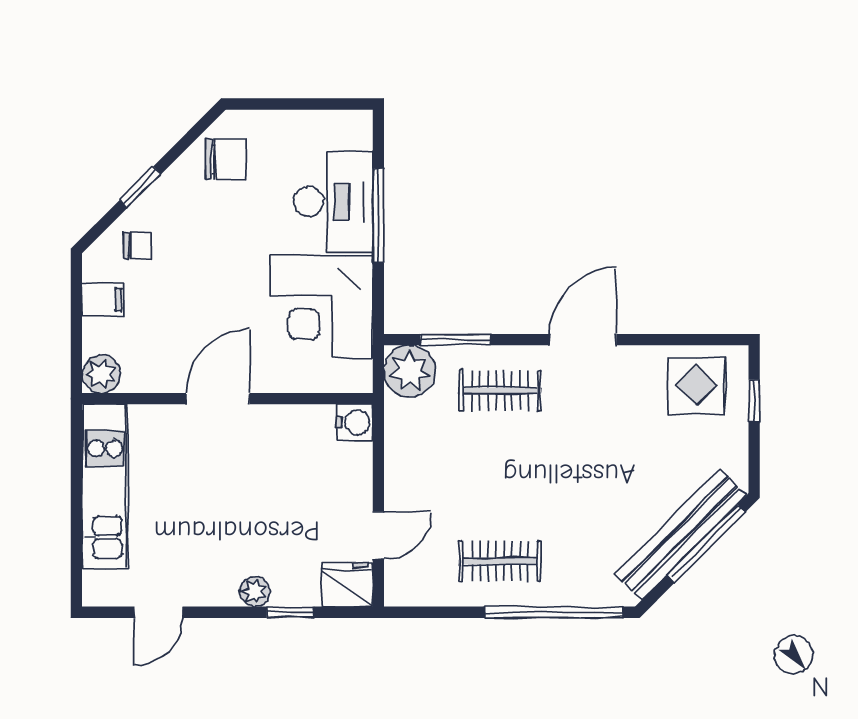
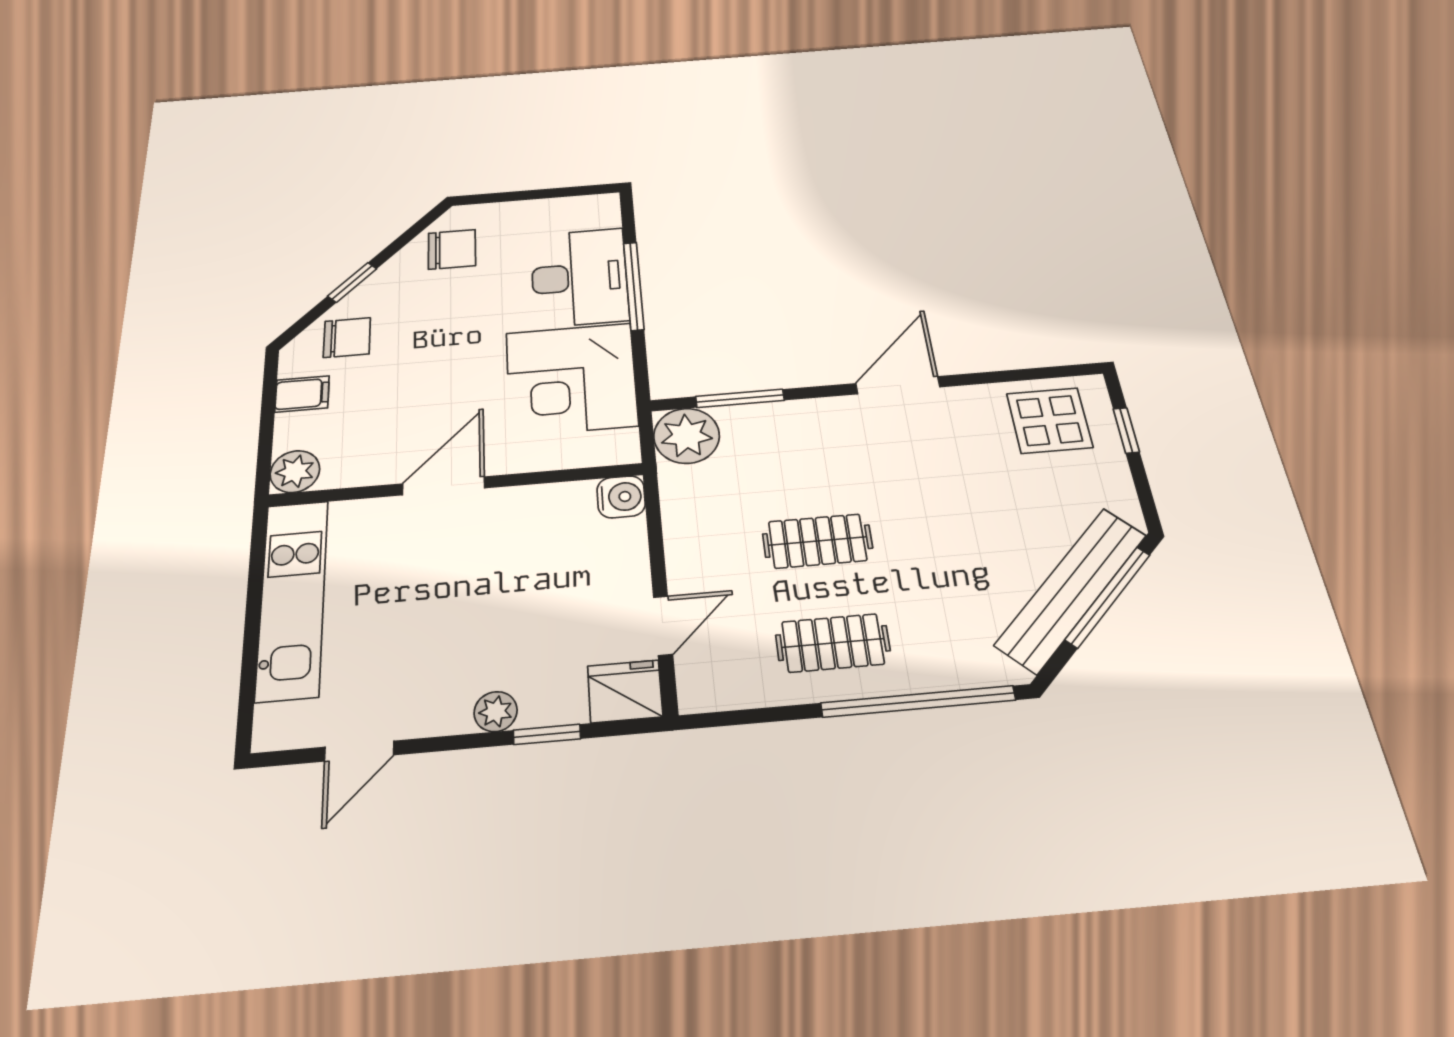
chair: (138, 246) -> (347, 338), width x1.37, depth x1.37
clothes rail: (500, 391) -> (817, 541), moved

